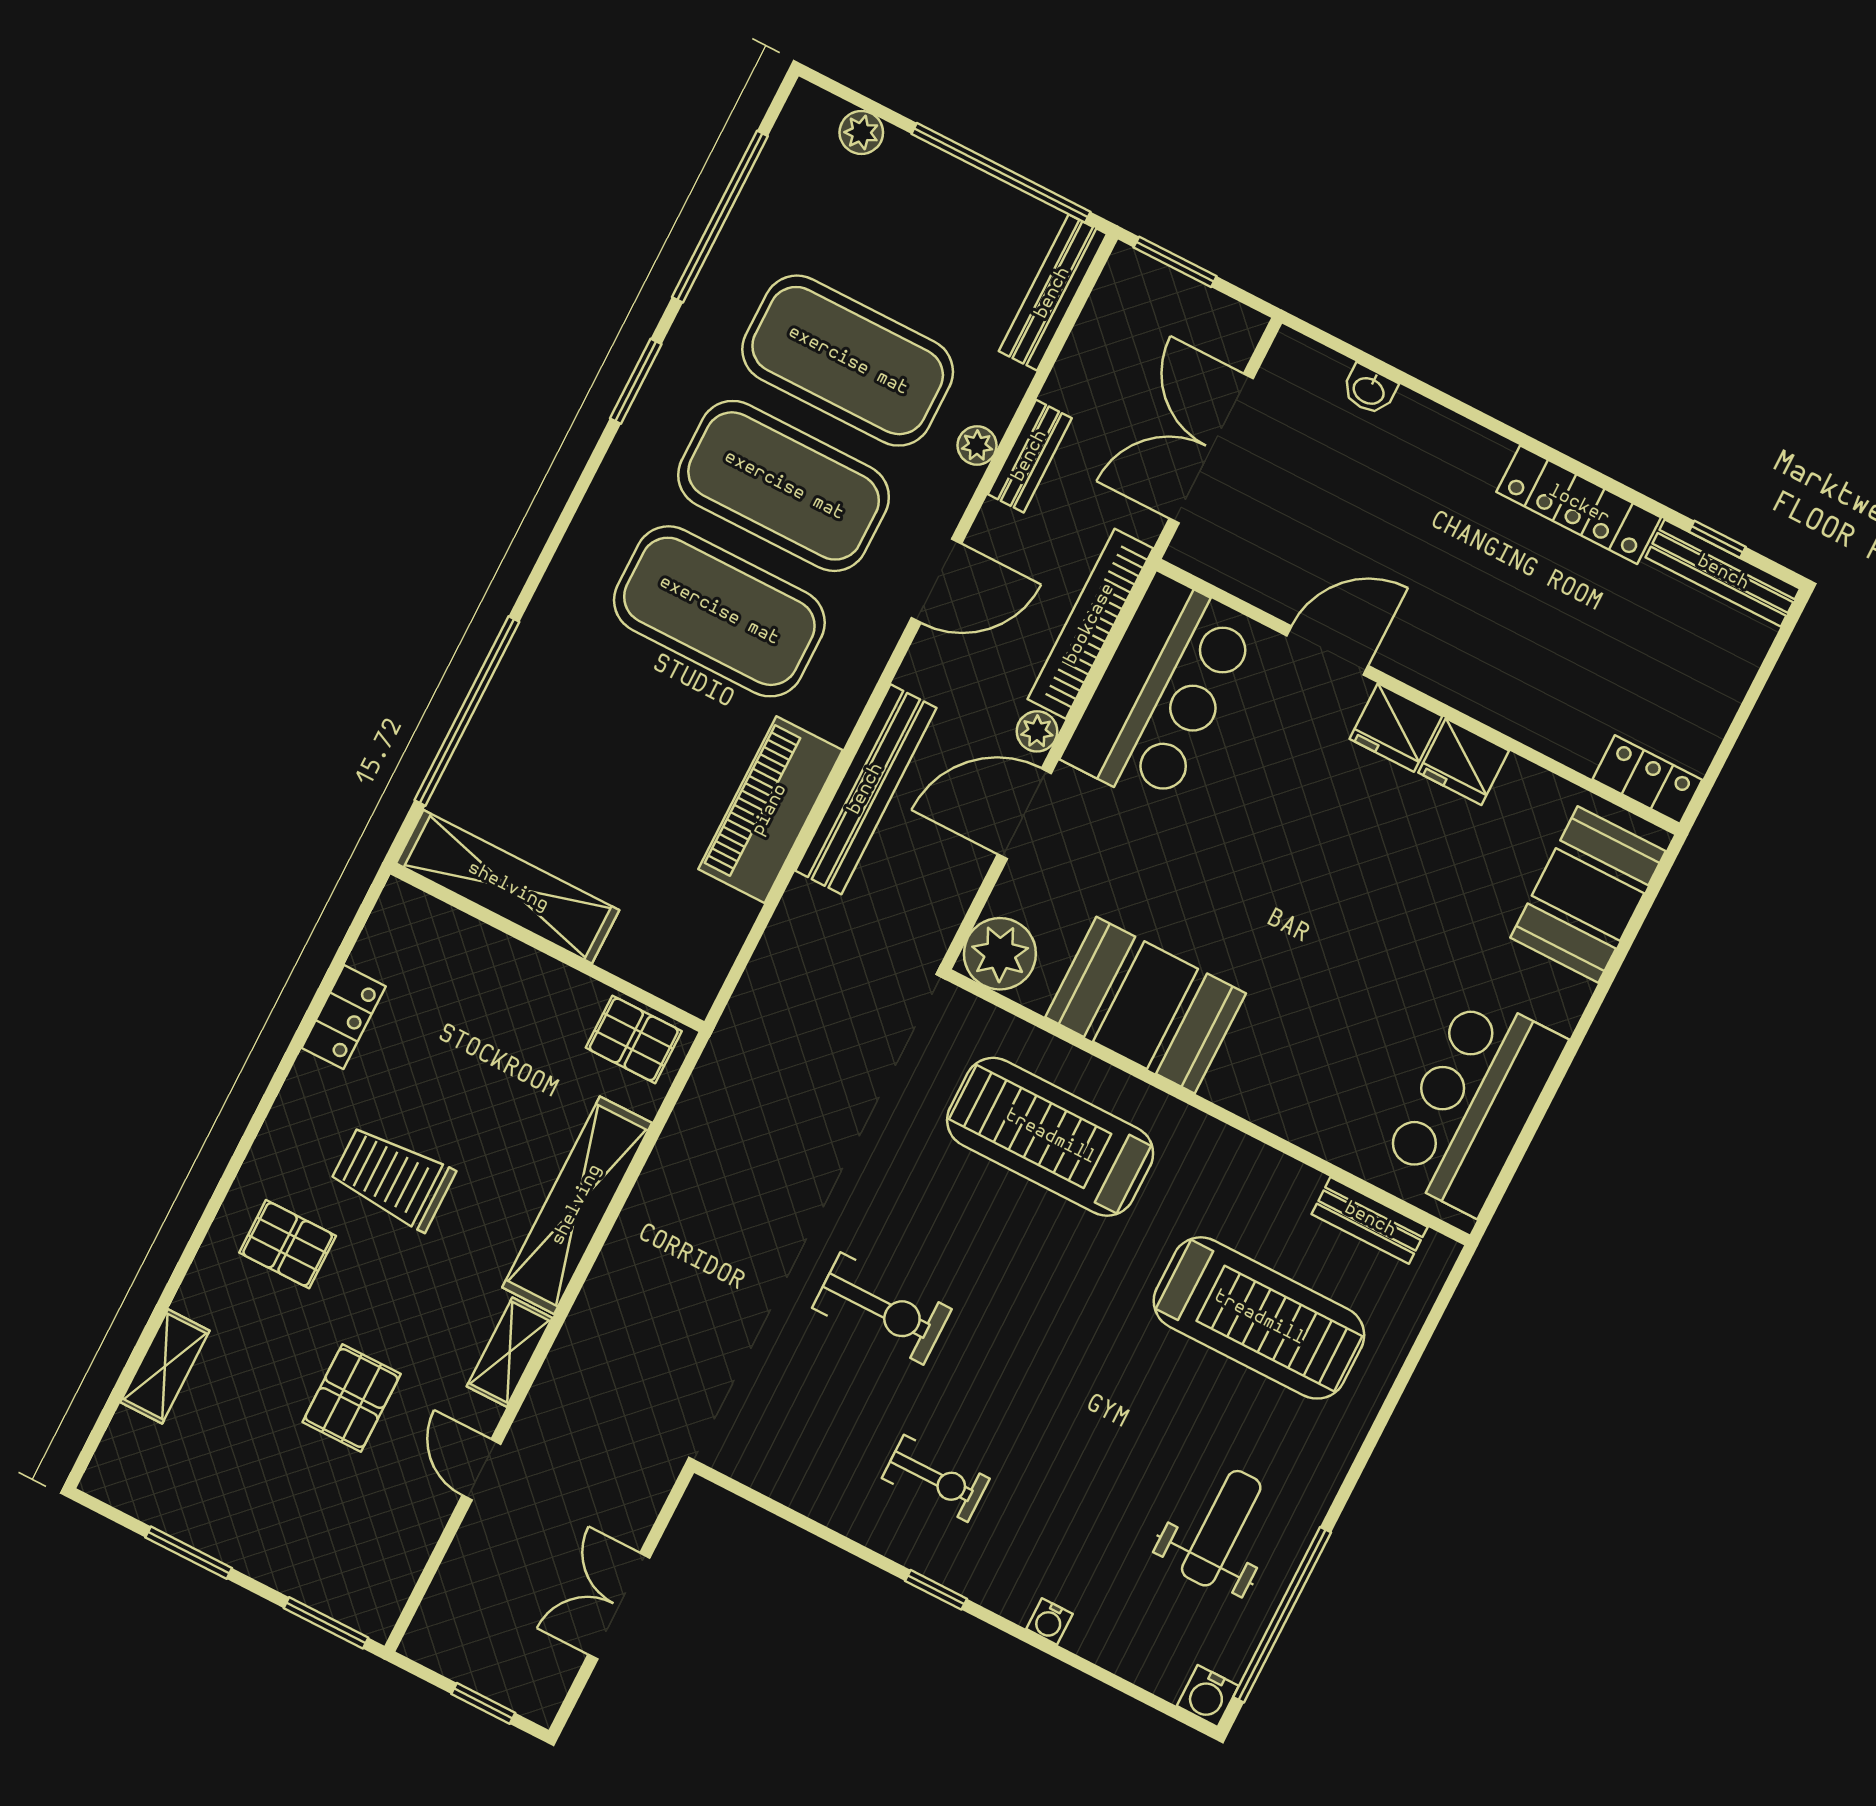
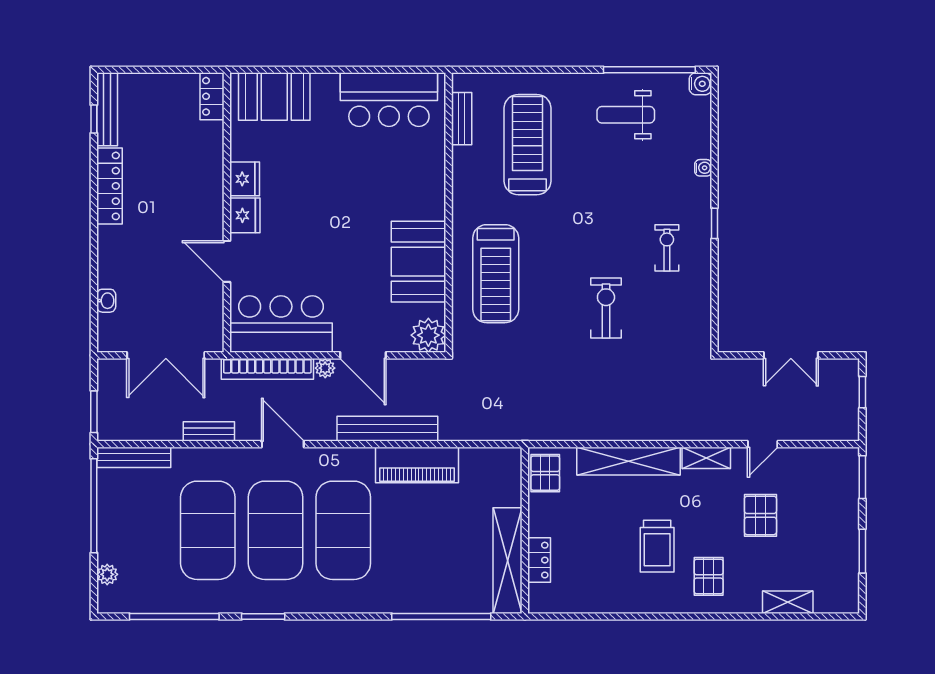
plant: (977, 445) -> (216, 456), removed
locker: (344, 1017) -> (539, 560), moved, turned 90
pallet: (352, 1398) -> (760, 515), turned 90

